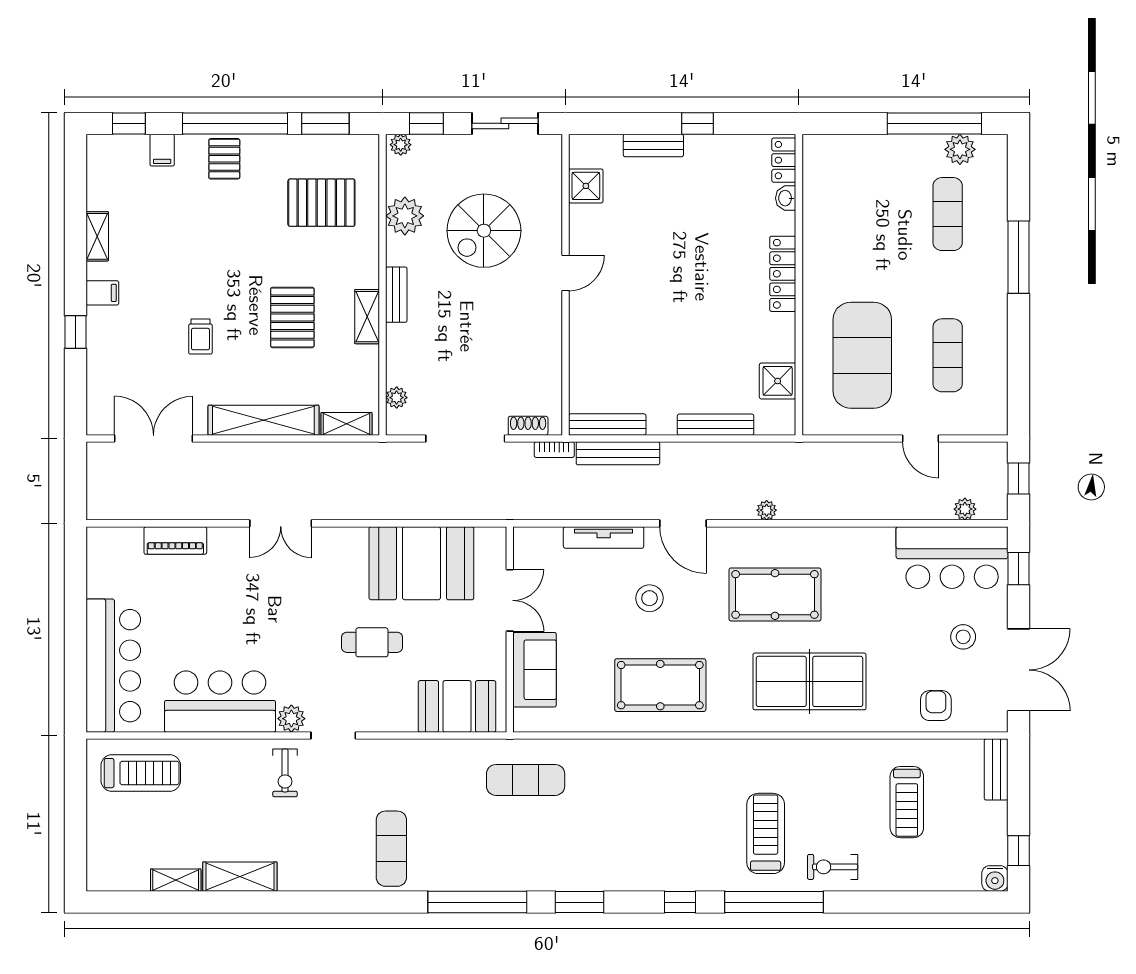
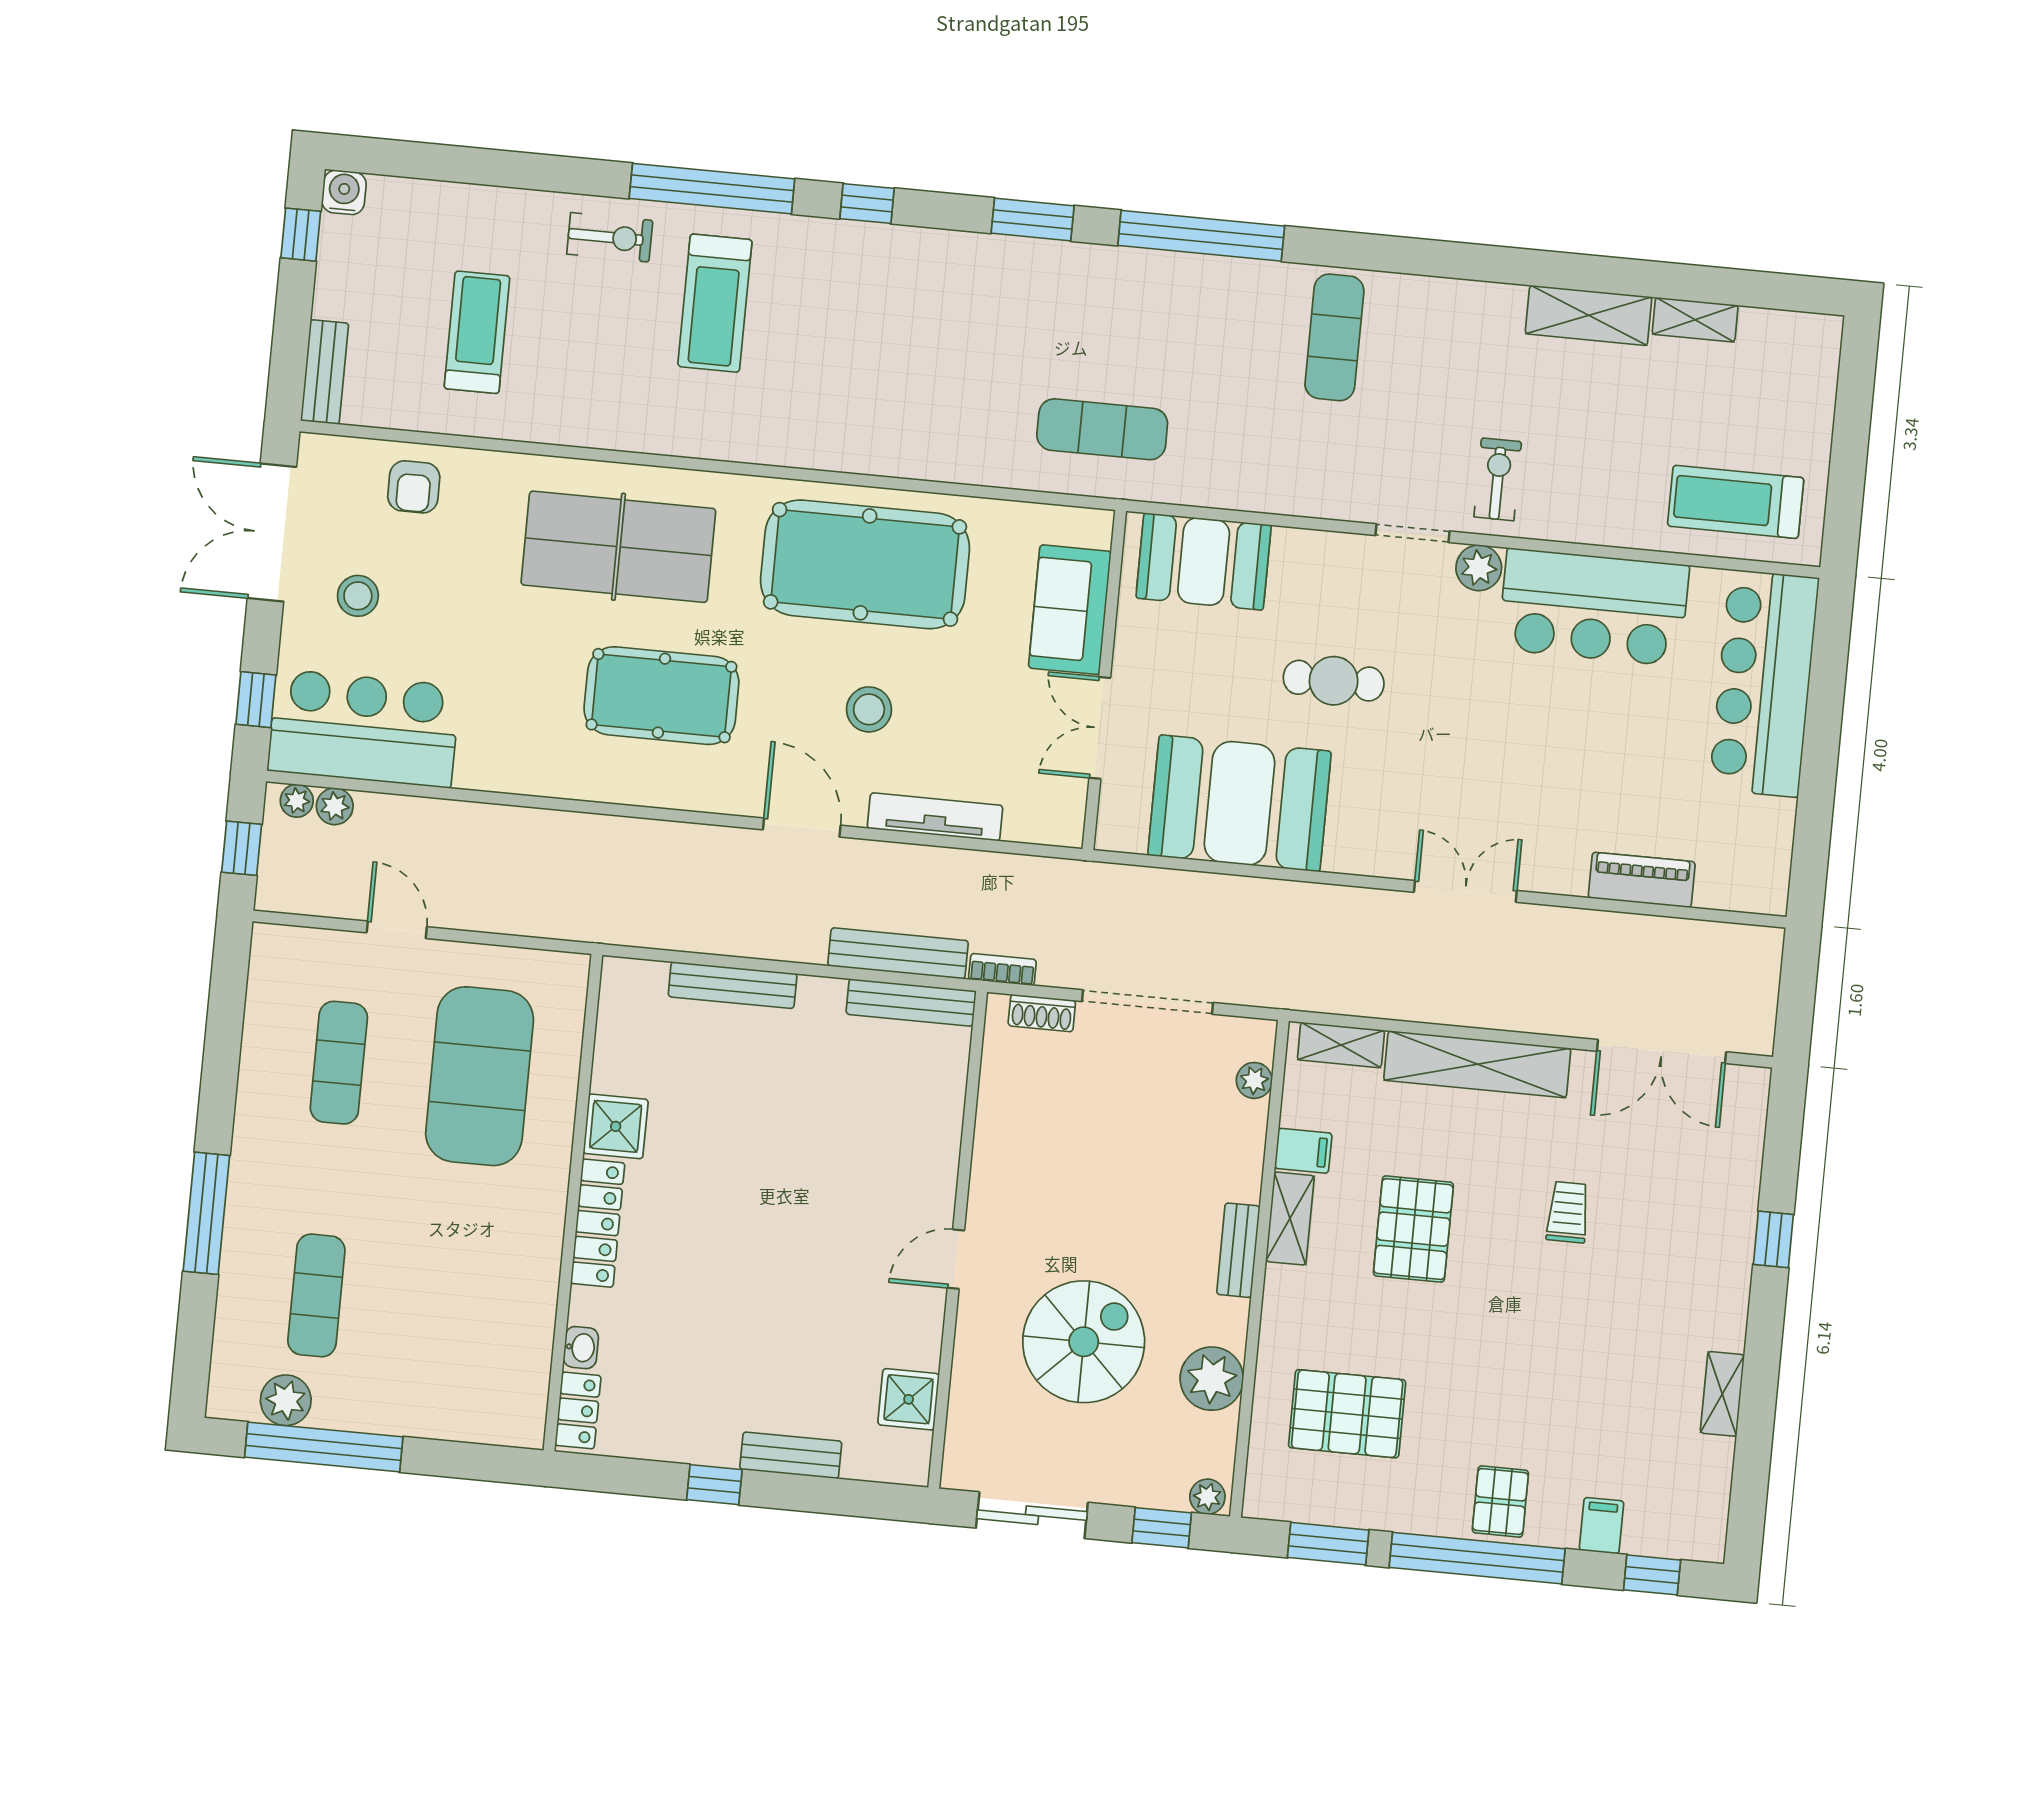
filing cabinet: (102, 293) -> (1303, 1151), moved, turned 180
shower: (778, 381) -> (616, 1126), moved
plant: (767, 510) -> (297, 801), moved
pool table: (660, 685) -> (865, 564), width x1.36, depth x1.32

